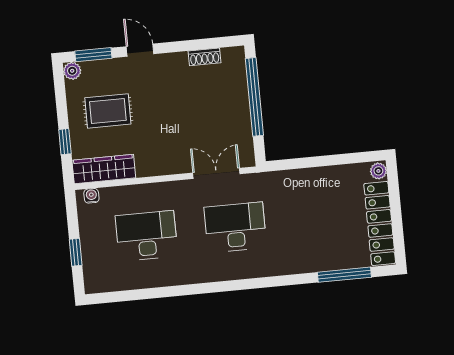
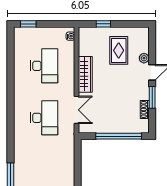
window: (93, 55) -> (152, 97), moved
plant: (72, 71) -> (144, 58), moved
wardrobe: (104, 169) -> (85, 74), moved
window: (76, 252) -> (28, 24), moved

